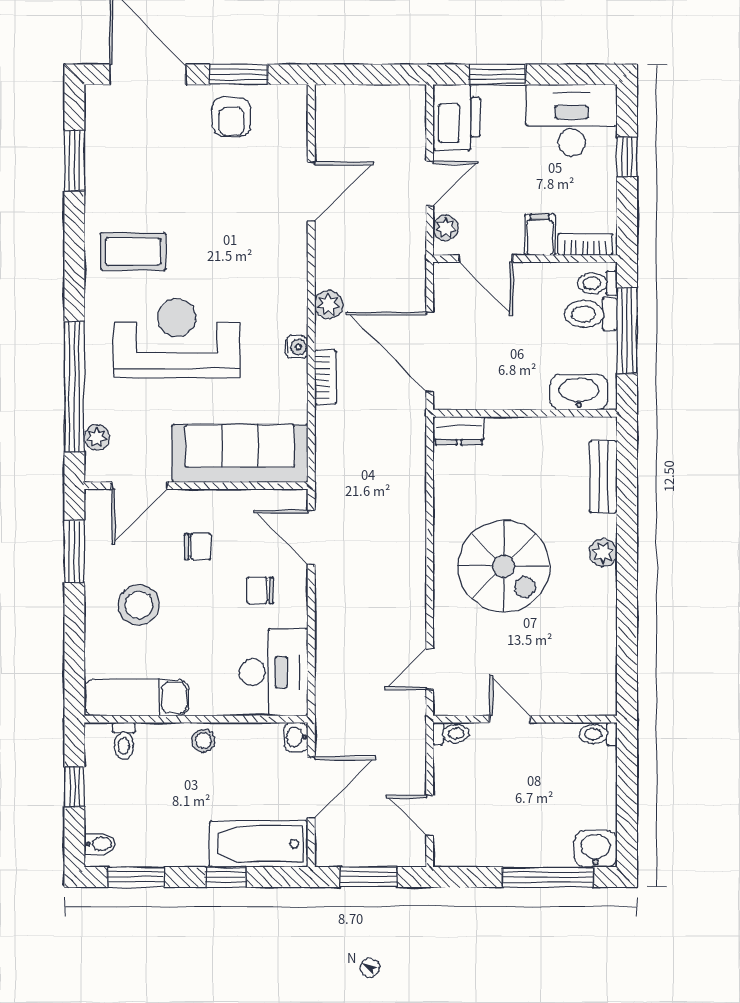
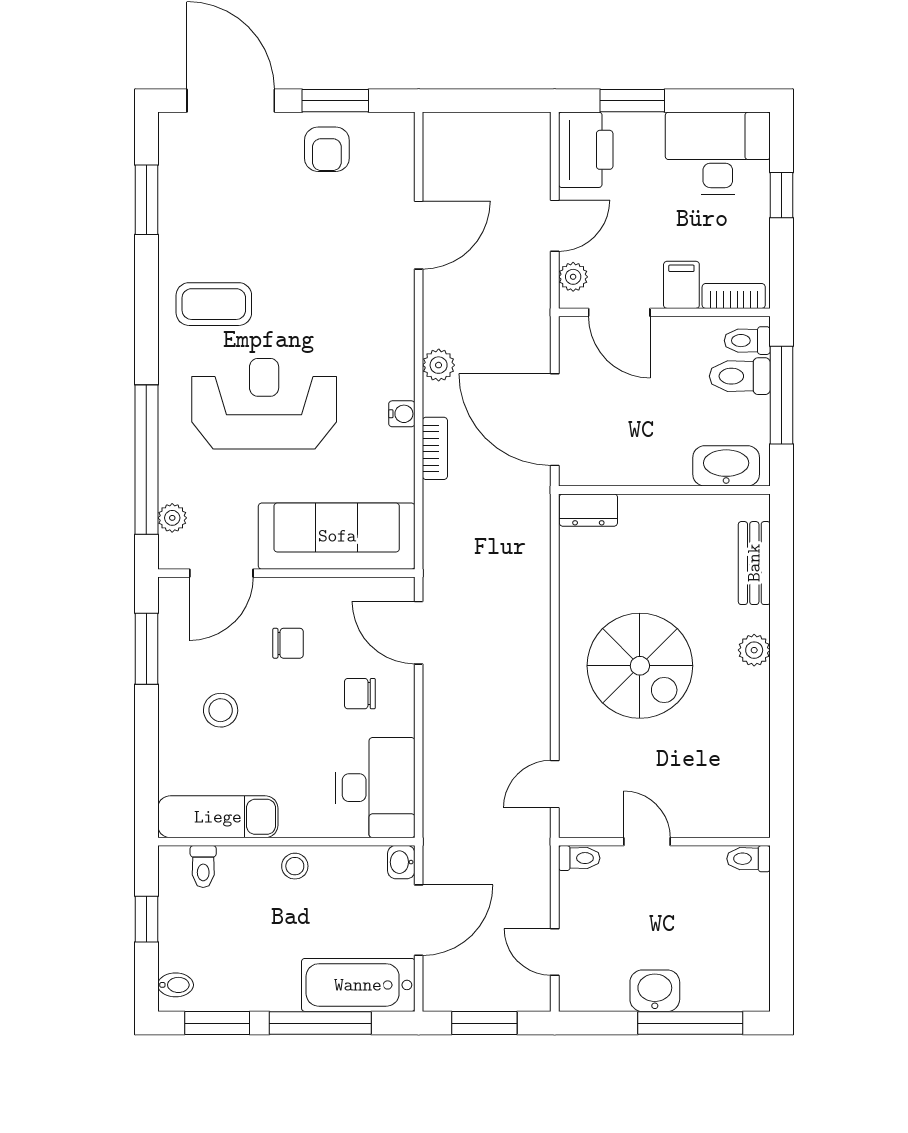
stool: (139, 605) -> (221, 710), width x0.73, depth x0.73
washbasin: (596, 849) -> (655, 991), moved
window: (226, 877) -> (320, 1023), width x2.17

